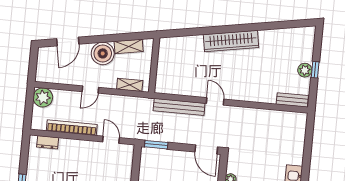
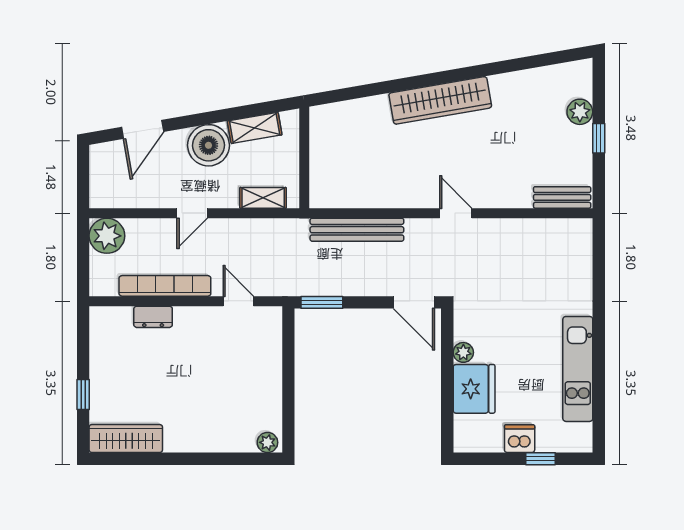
plant: (305, 70) -> (580, 112), moved
door: (215, 101) -> (456, 213), moved
dresser: (48, 142) -> (153, 317), moved

